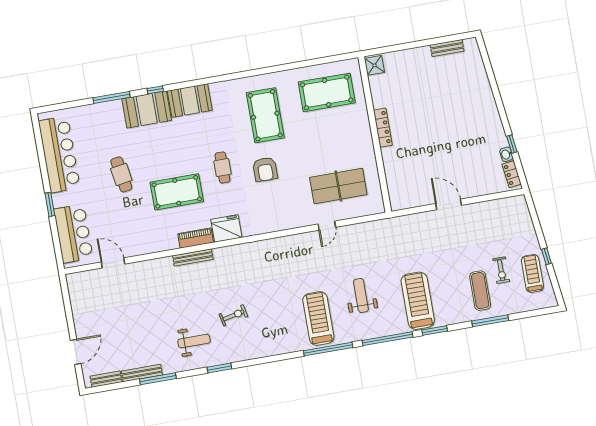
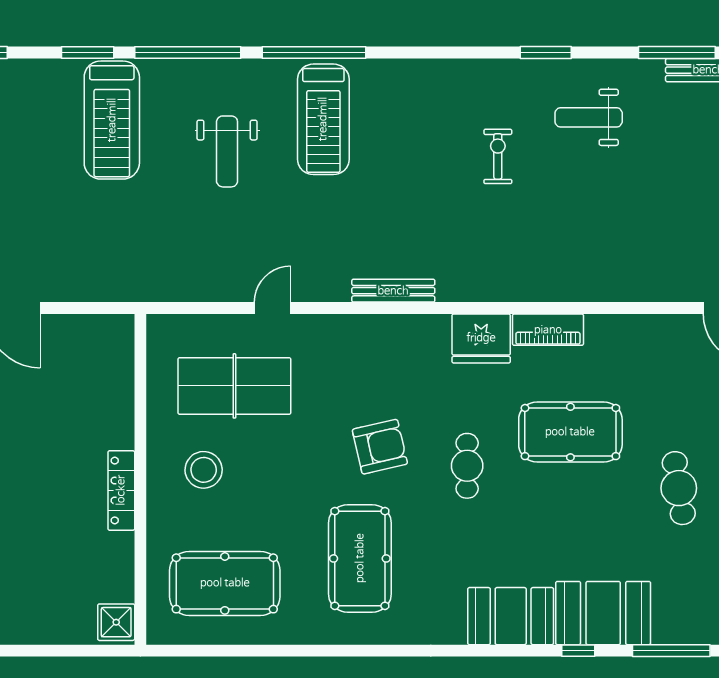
stool: (346, 144) -> (204, 470), added
armchair: (265, 169) -> (380, 447), turned 77
bench: (193, 257) -> (393, 291), moved
exercise bike: (233, 315) -> (498, 156), turned 102

